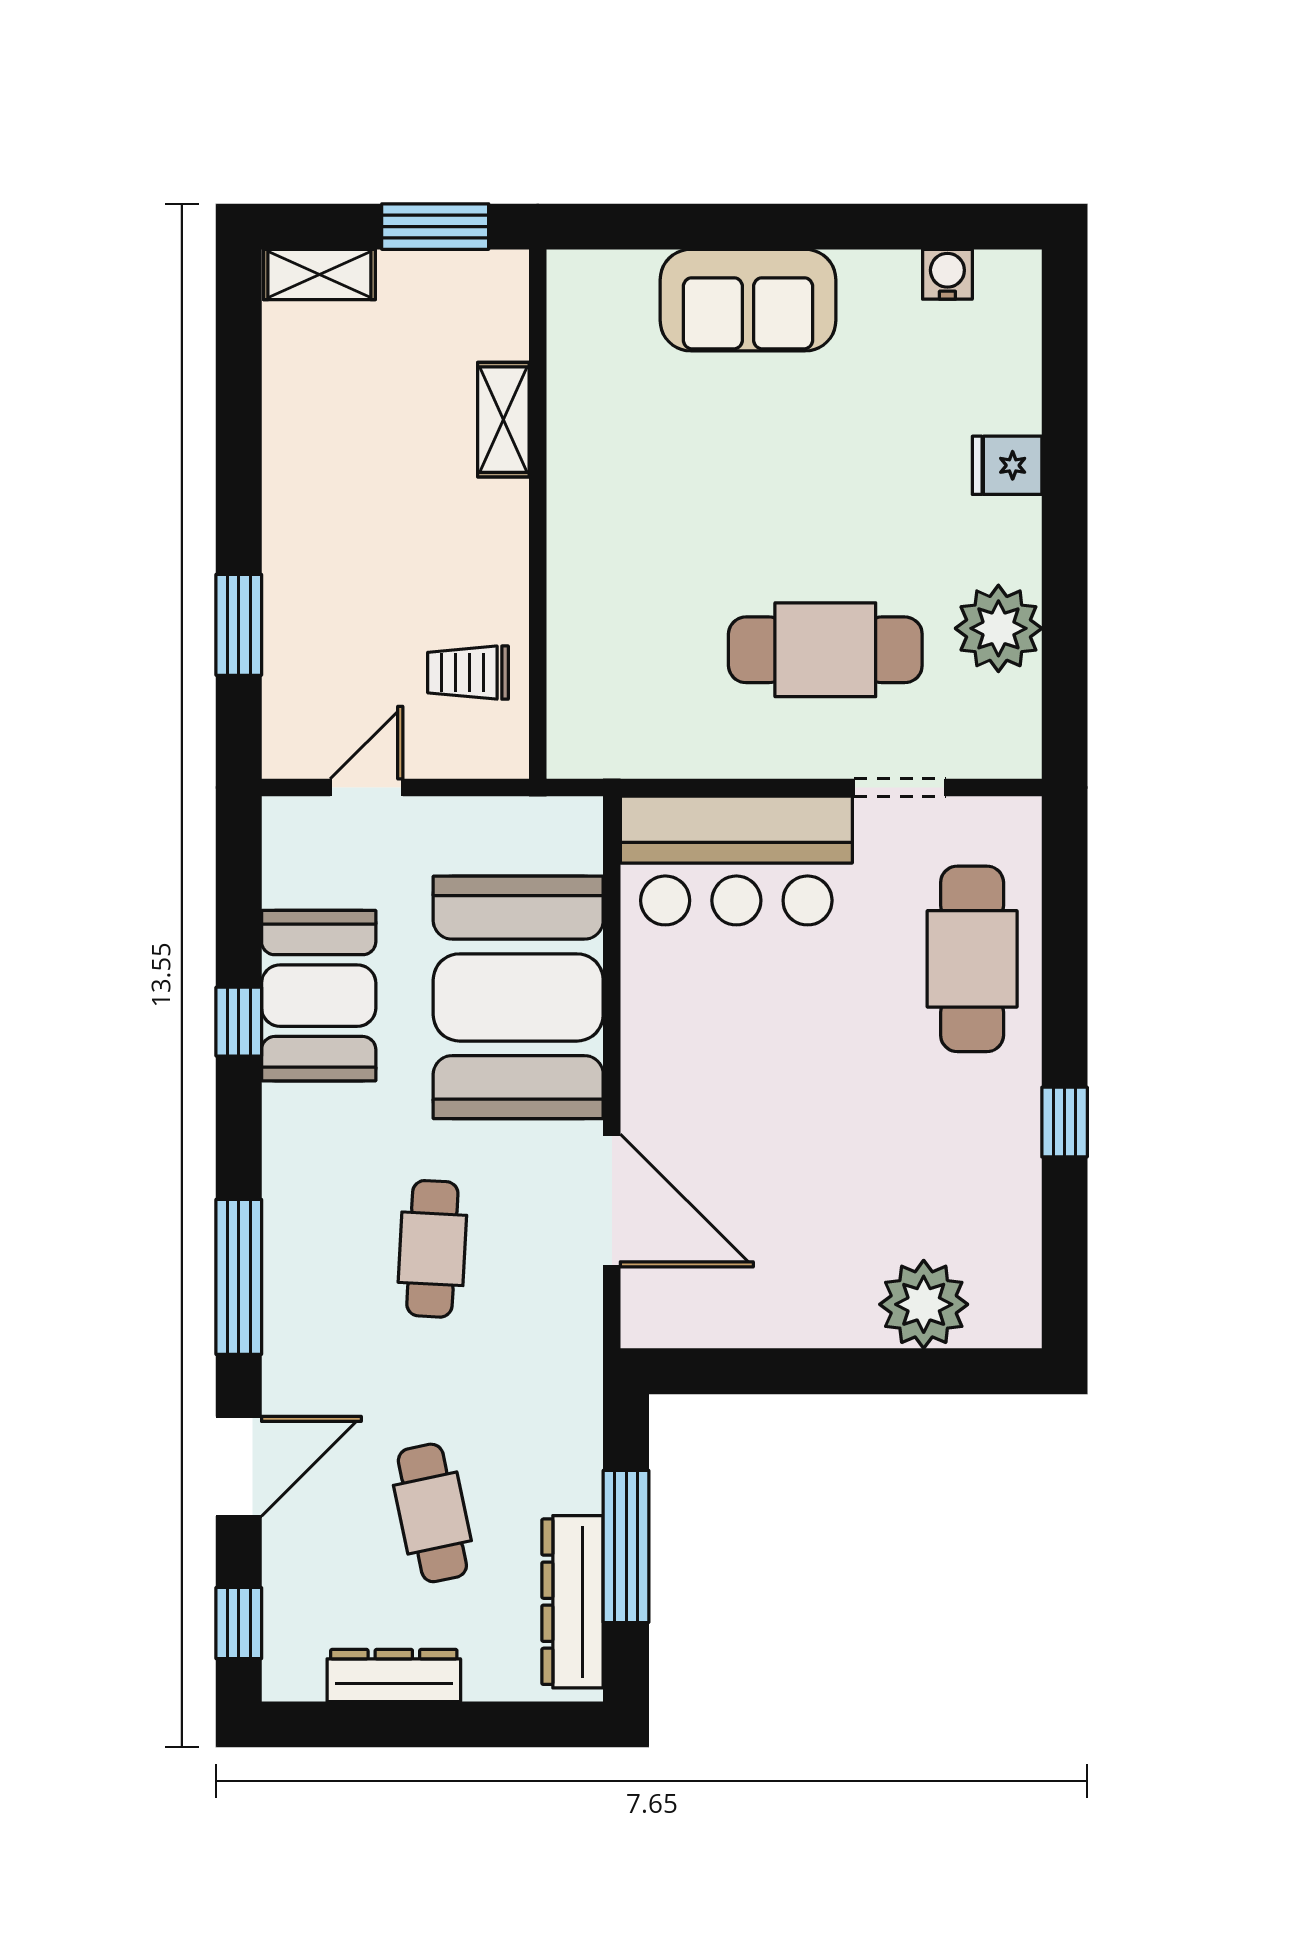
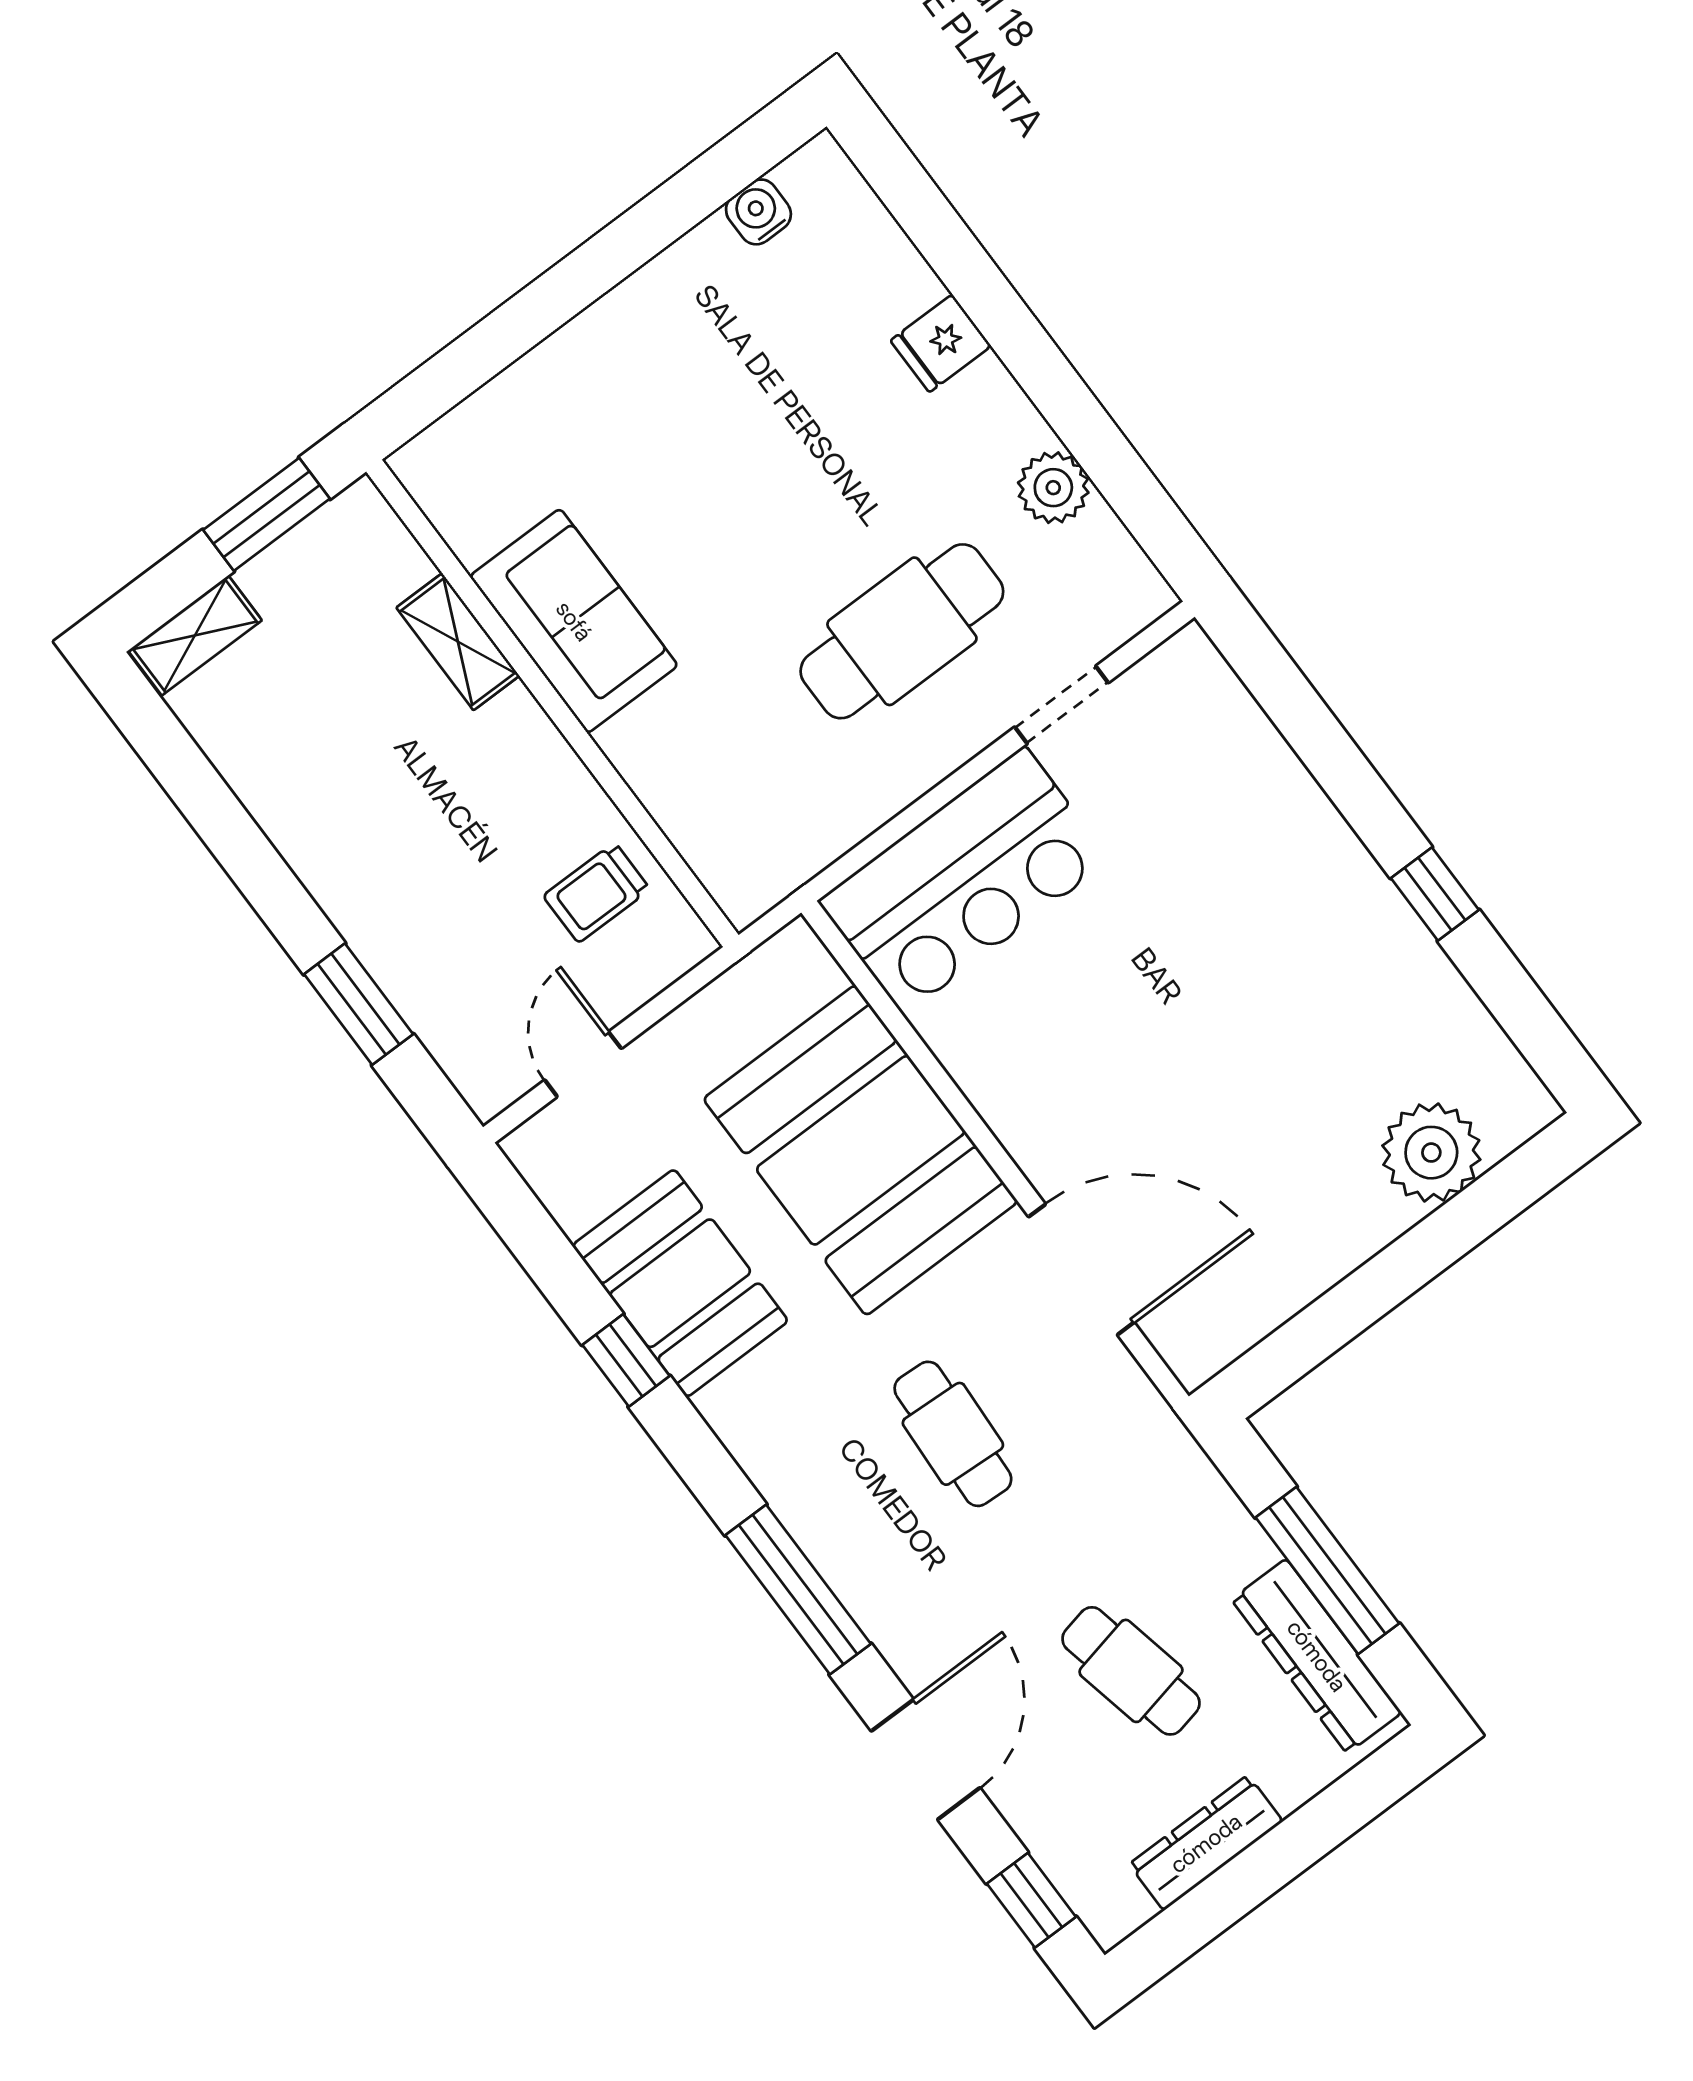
sofa: (748, 300) -> (574, 621), moved, turned -90
plant: (998, 628) -> (1053, 488), width x0.73, depth x0.73
cafe table: (972, 959) -> (1242, 810), removed

